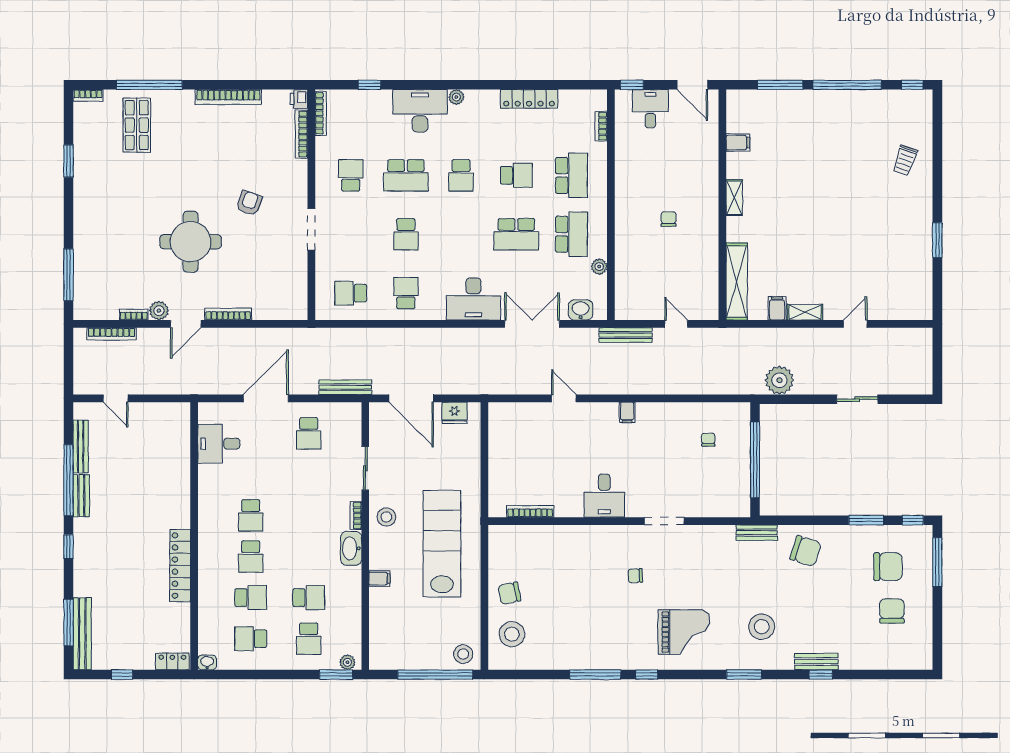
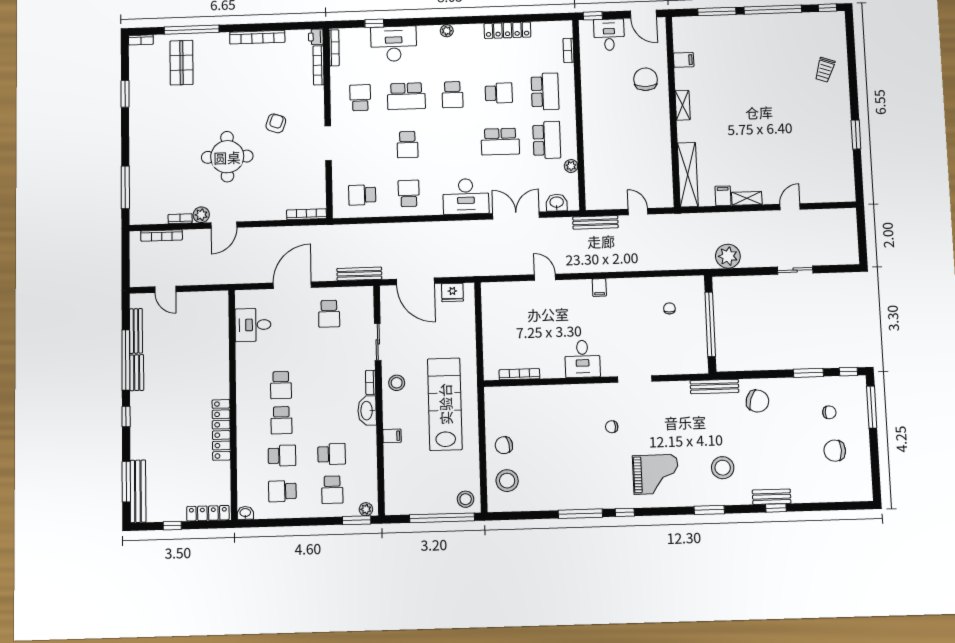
desk: (420, 111) -> (394, 44), moved
chair: (669, 219) -> (646, 79), moved, width x1.87, depth x1.87
bookcase: (228, 314) -> (307, 214), moved
bench: (757, 533) -> (714, 386), width x1.36
chair: (888, 567) -> (829, 412), width x0.54, depth x0.54
chair: (892, 611) -> (835, 451), turned -90
locker: (172, 661) -> (208, 513), width x1.53

